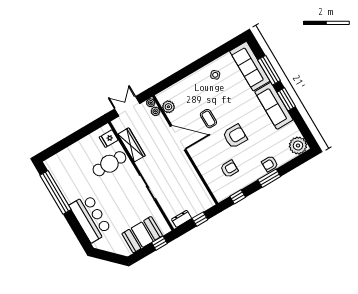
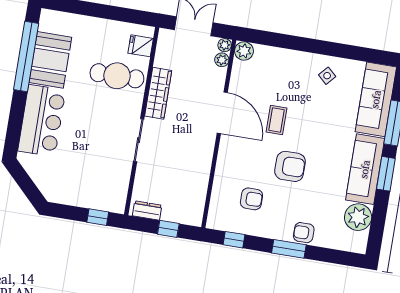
plant: (168, 107) -> (244, 51), moved
wardrobe: (132, 145) -> (158, 93), moved
plant: (298, 146) -> (358, 217), moved
booth: (142, 235) -> (50, 60), moved, turned 90

